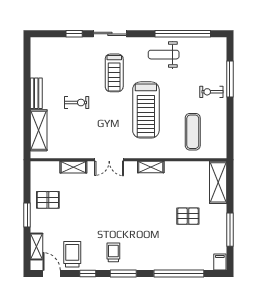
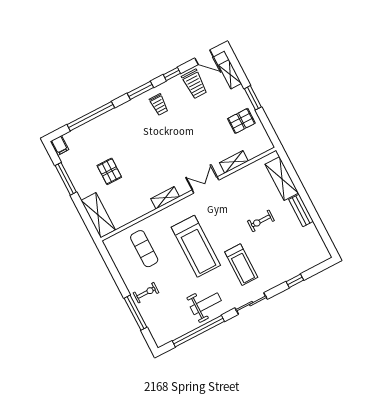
sliding door: (110, 34) -> (251, 304), moved
treadmill: (114, 73) -> (241, 265), turned 180
treadmill: (146, 110) -> (196, 246), turned 180
pallet: (188, 216) -> (109, 171), turned 90

